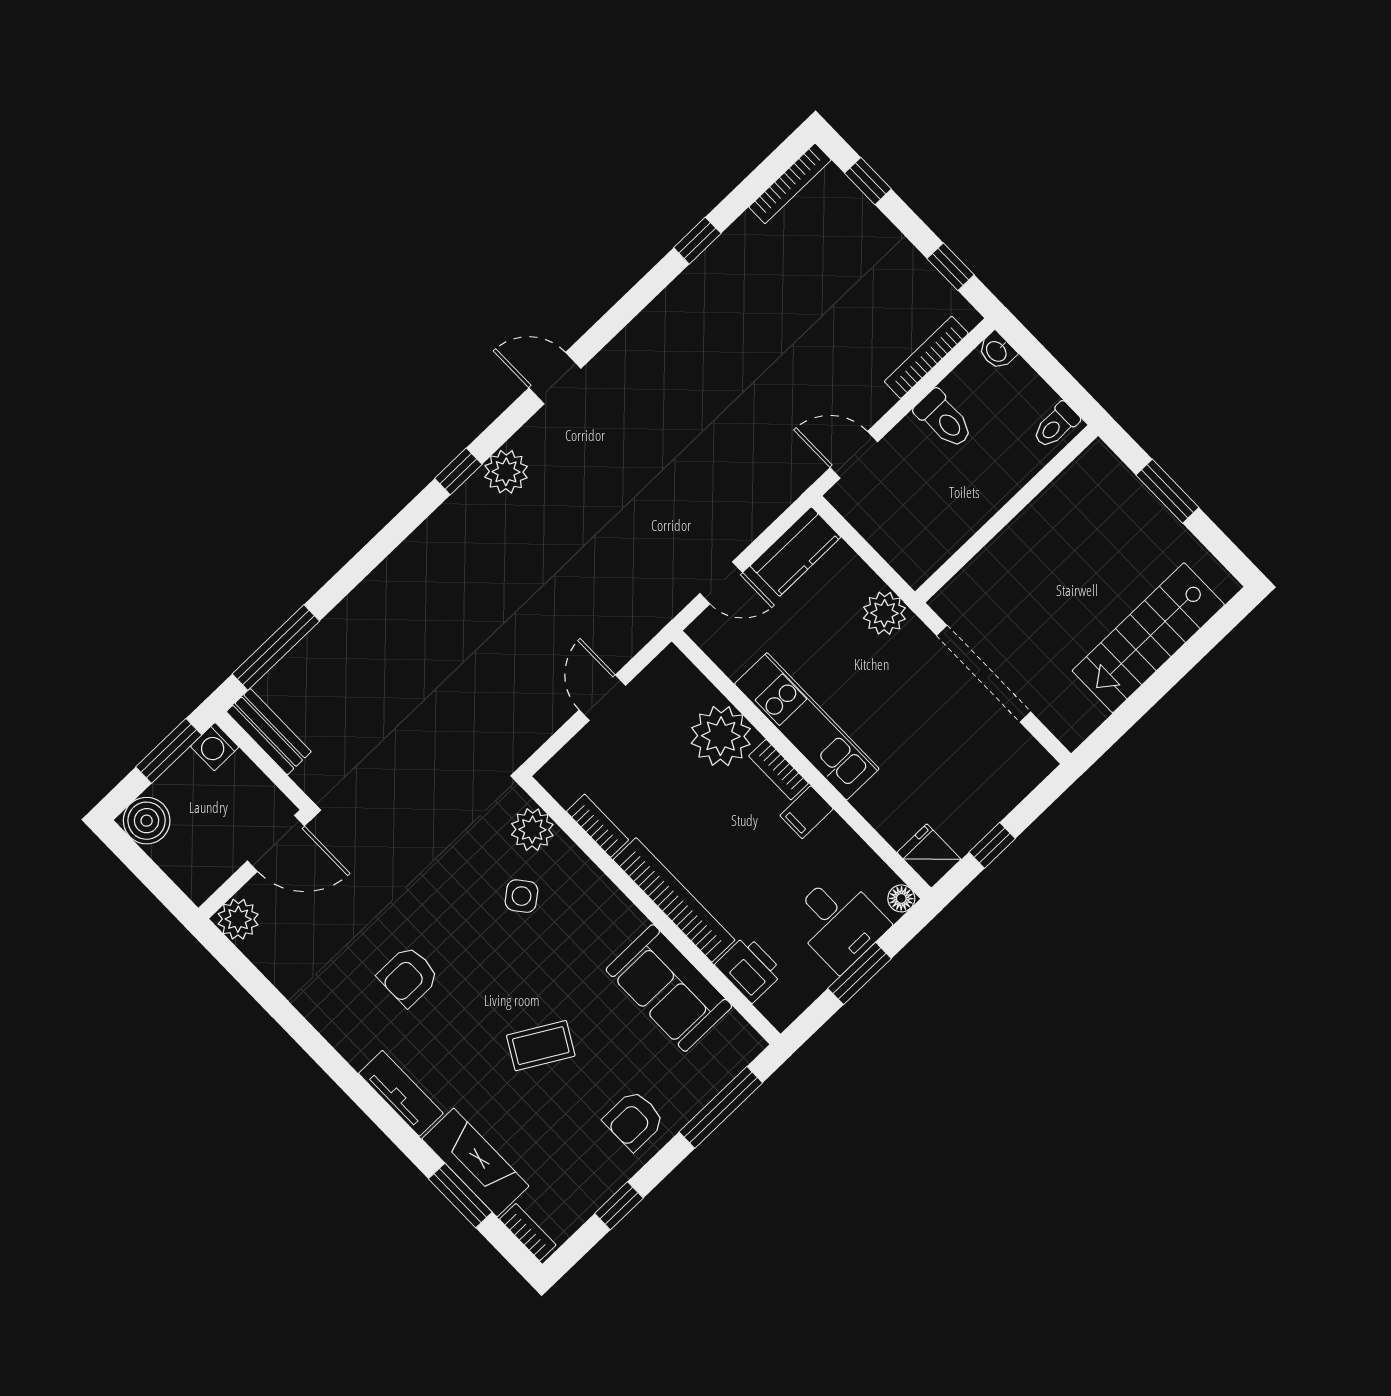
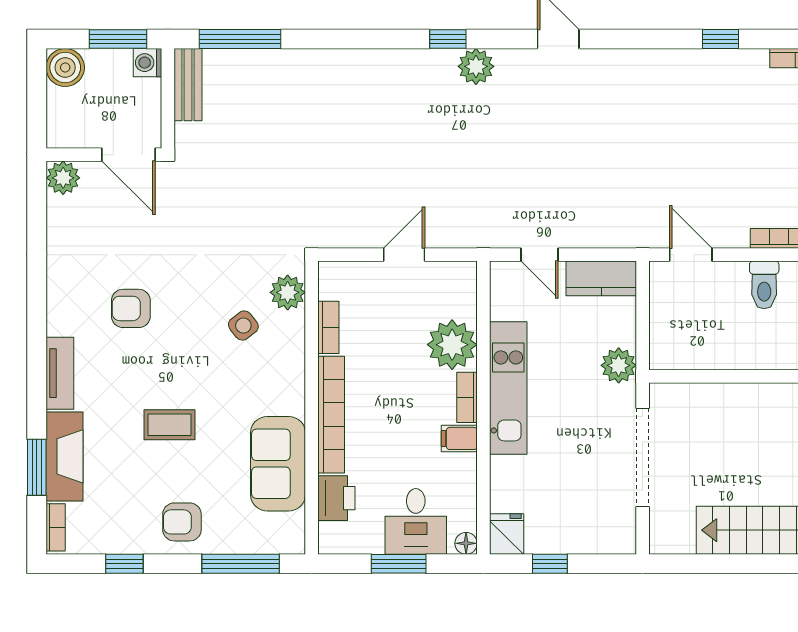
coffee table: (541, 1046) -> (170, 425), turned -30

